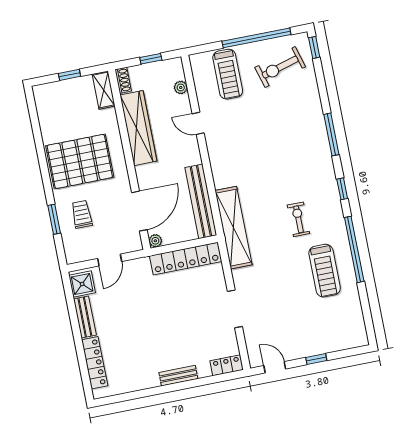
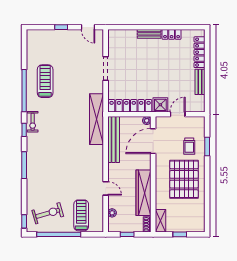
pallet: (80, 161) -> (184, 179), turned 90
exercise bike: (298, 219) -> (33, 122), moved
shower: (82, 284) -> (160, 105), moved
locker: (227, 365) -> (172, 34), moved

